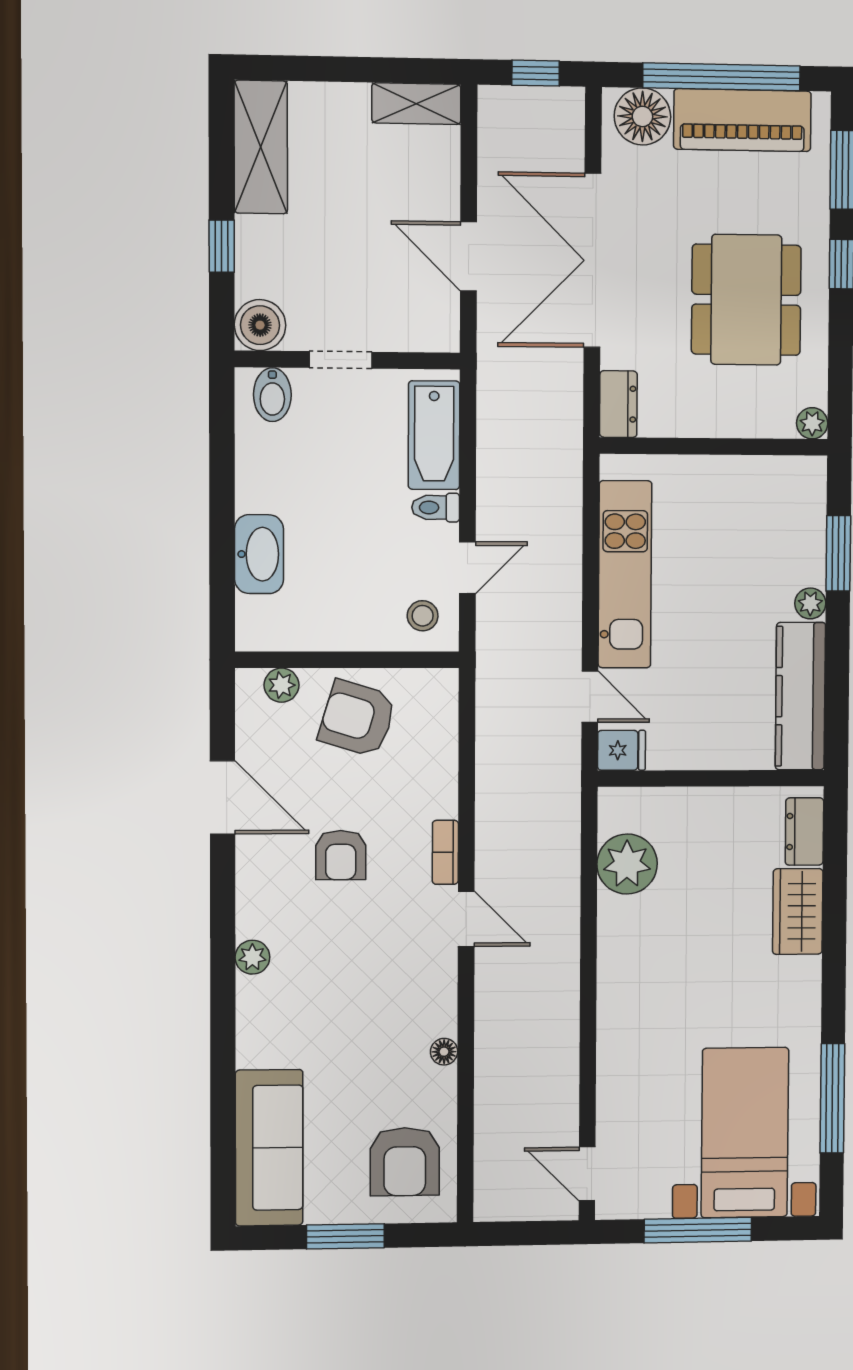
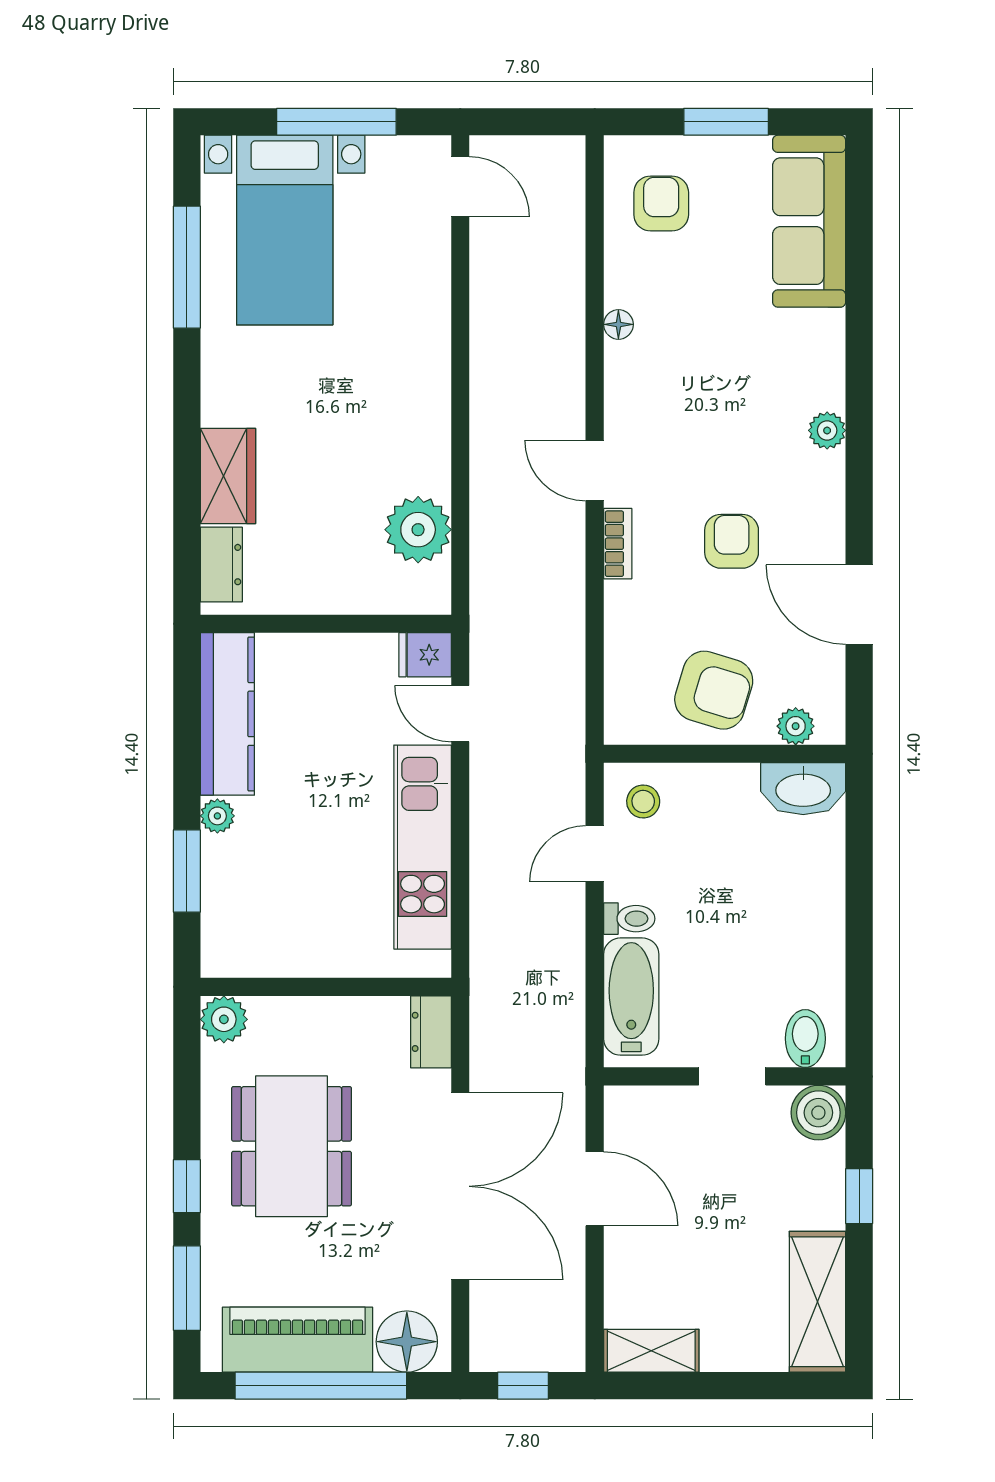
plant: (812, 423) -> (224, 1019), width x1.38, depth x1.38
washbasin: (259, 554) -> (803, 789), moved, turned -90
armchair: (405, 1162) -> (661, 204), width x0.72, depth x0.72

